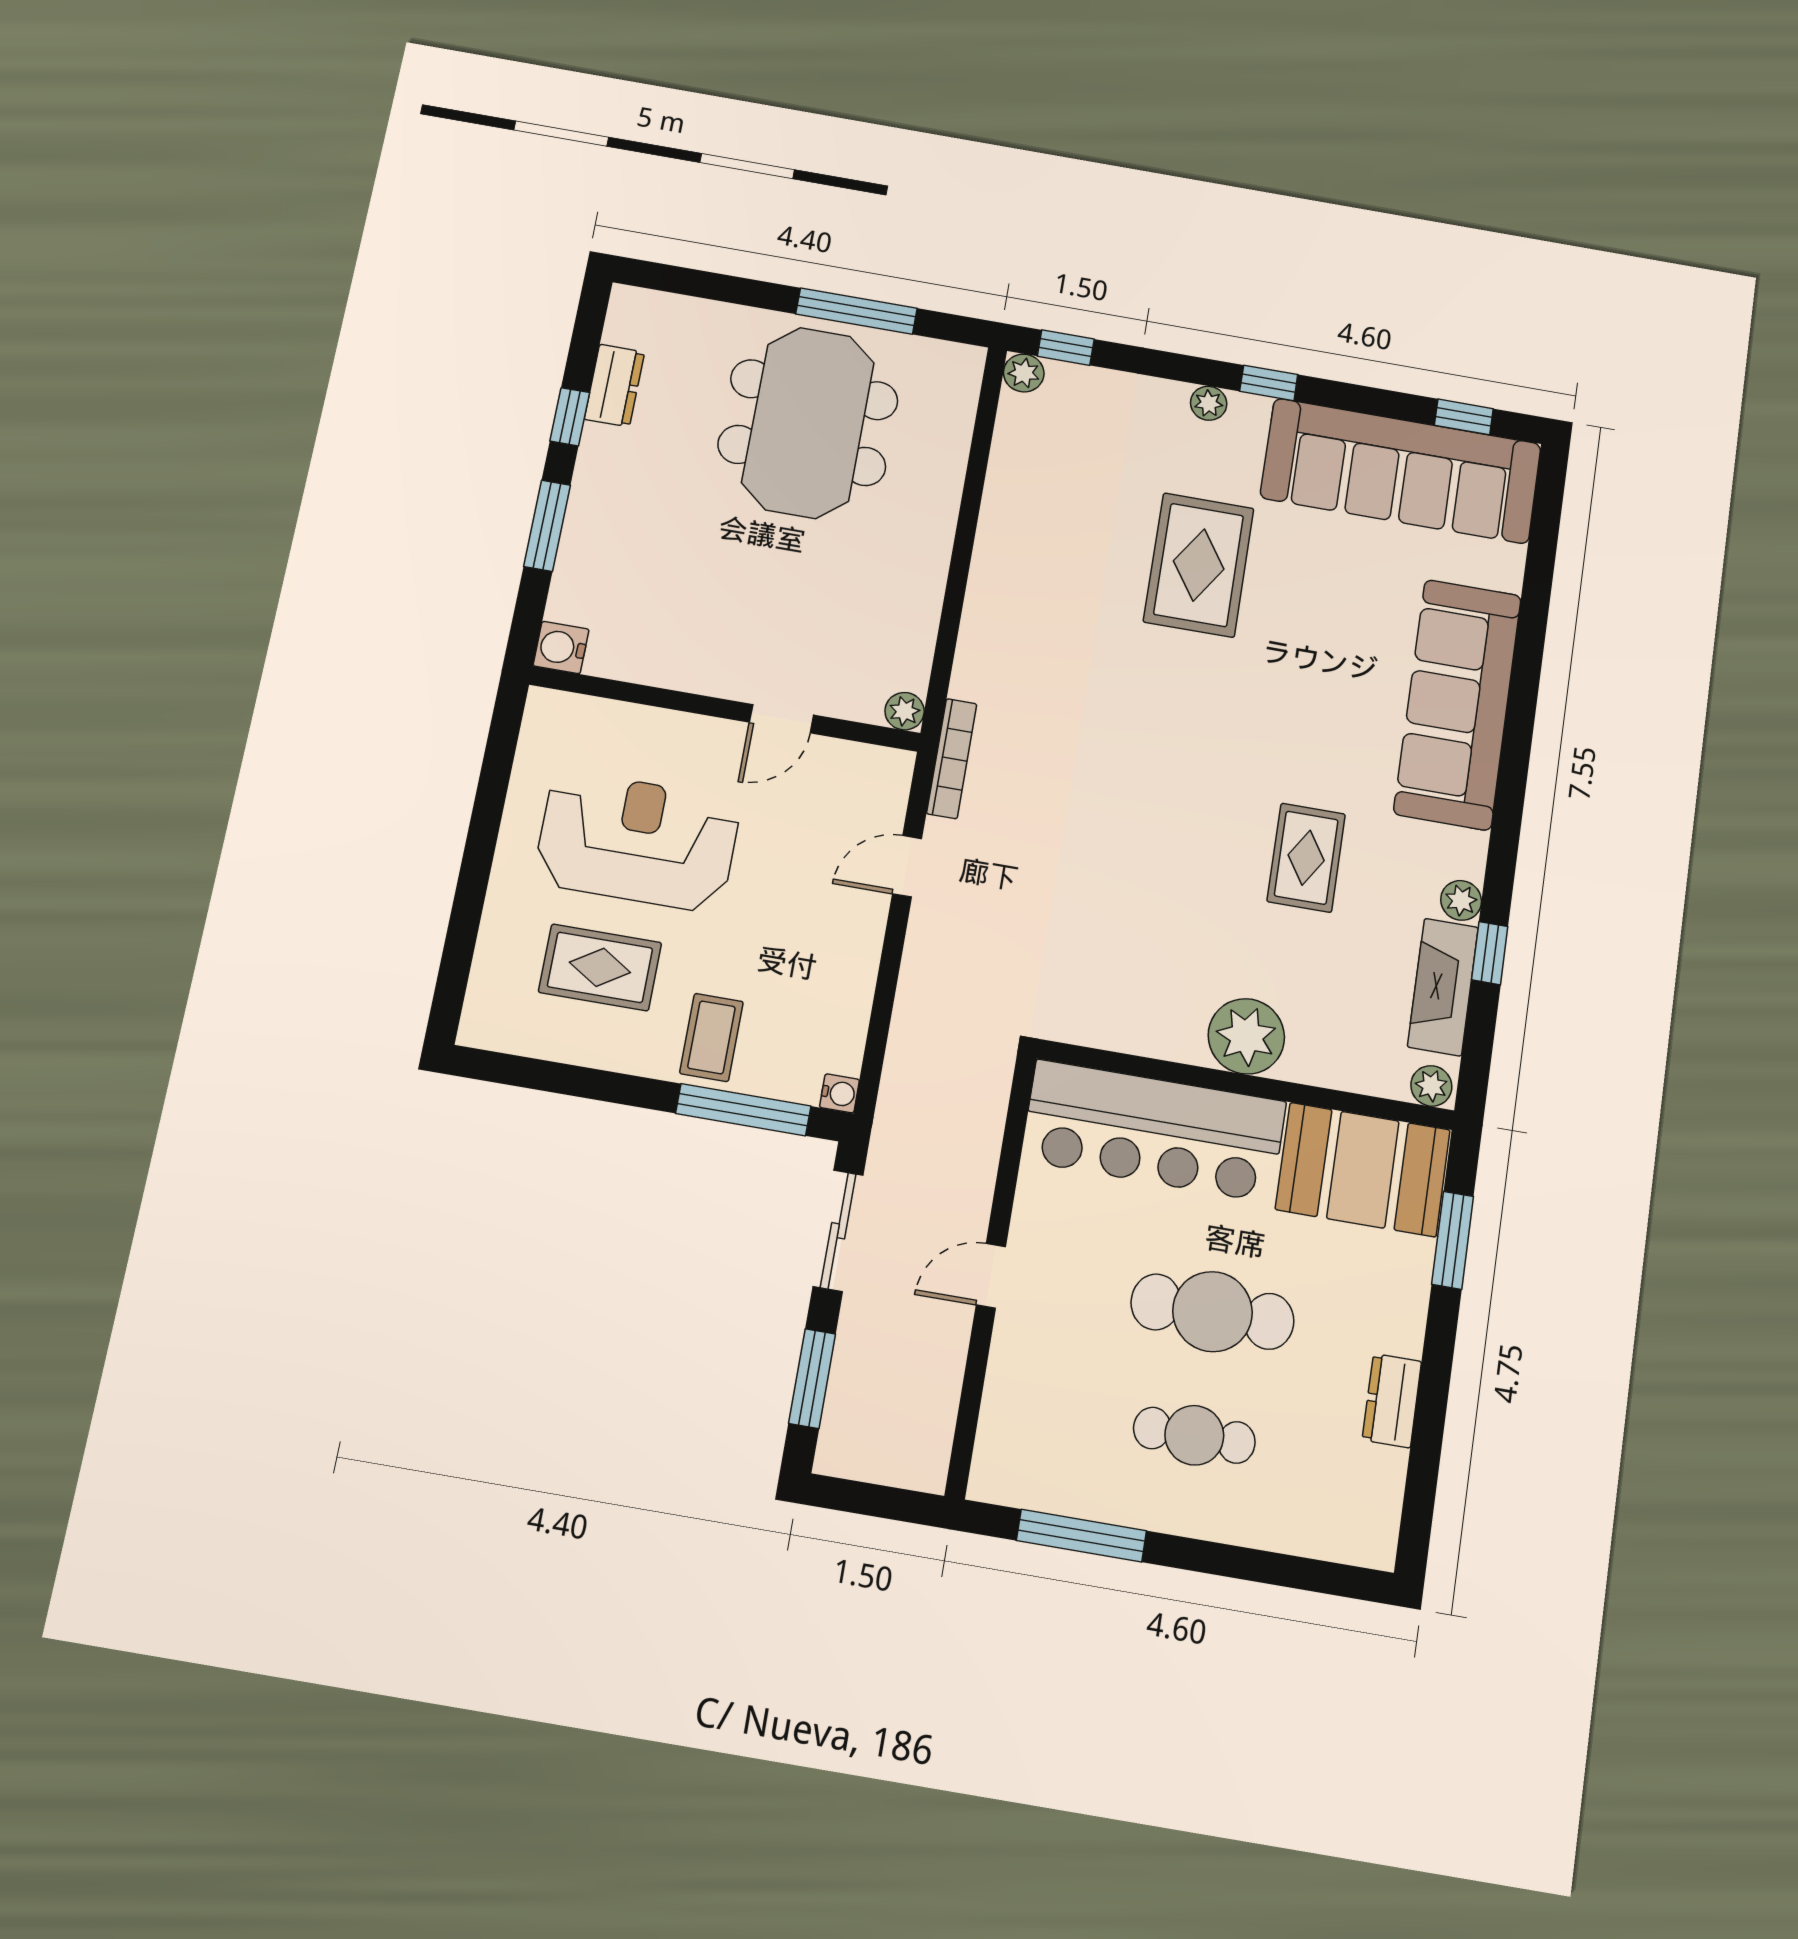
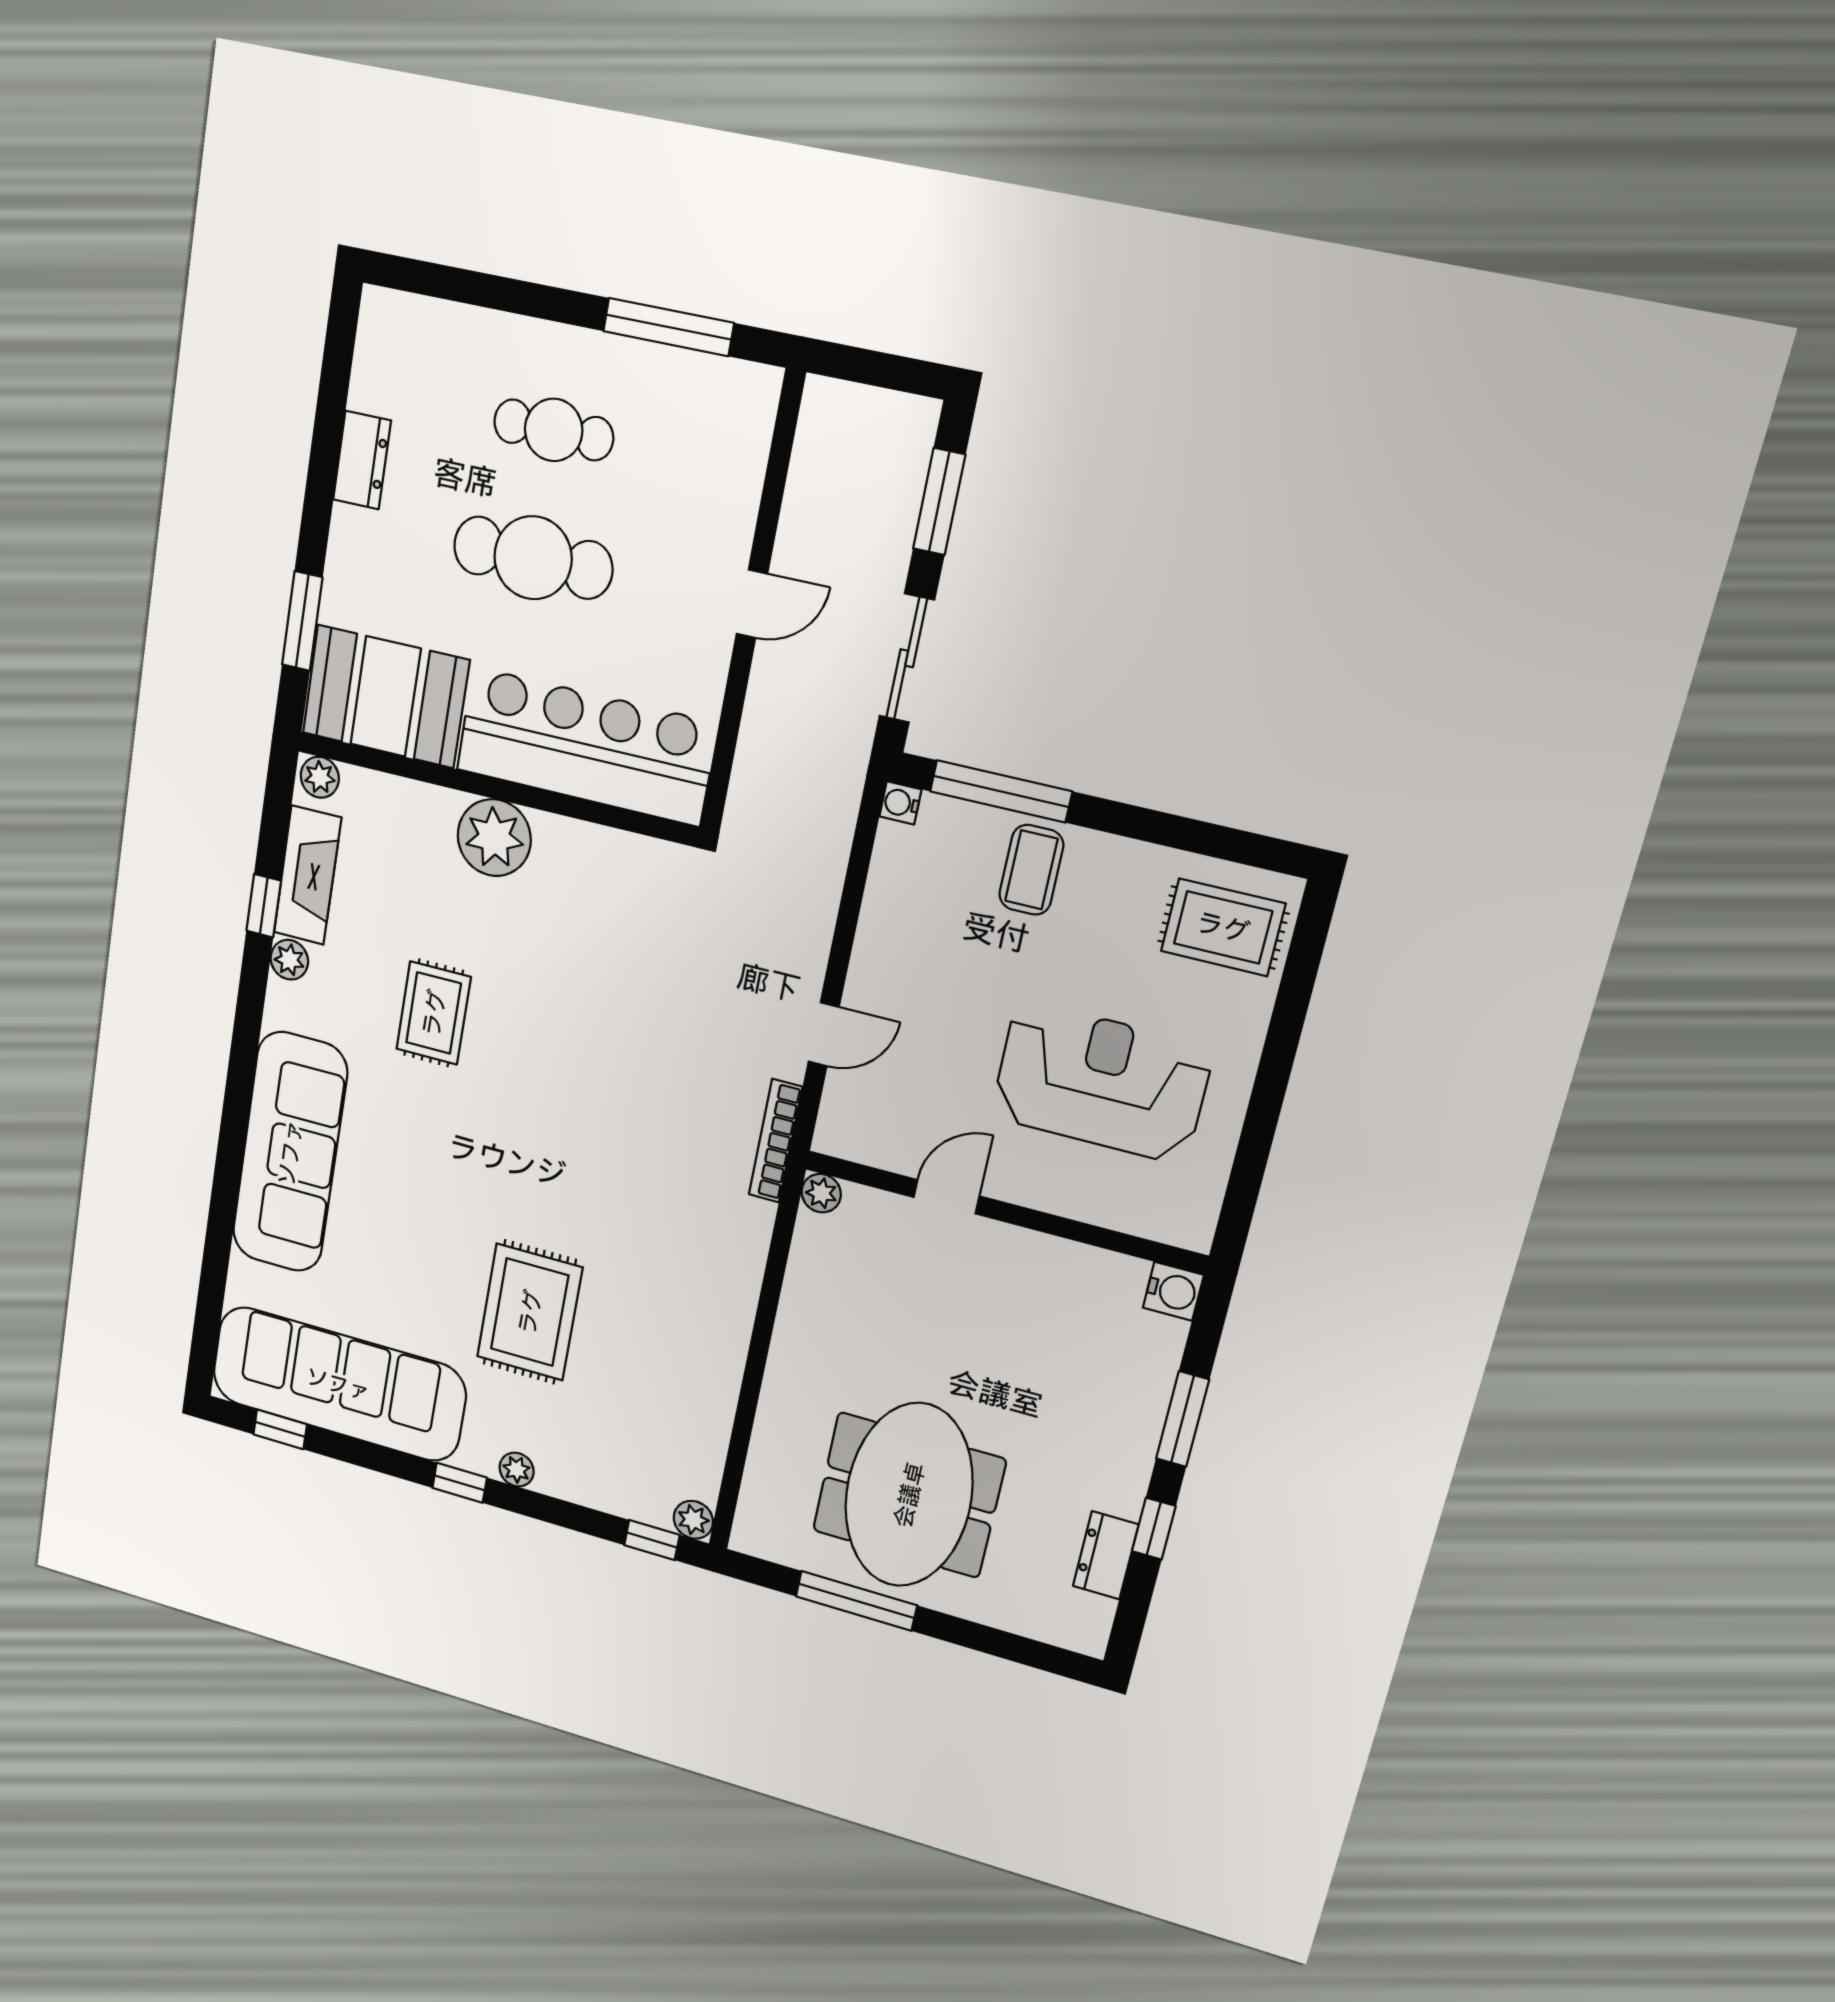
reception desk: (637, 841) -> (1101, 1082), turned 180
rug: (600, 967) -> (1223, 927), moved

